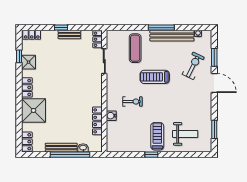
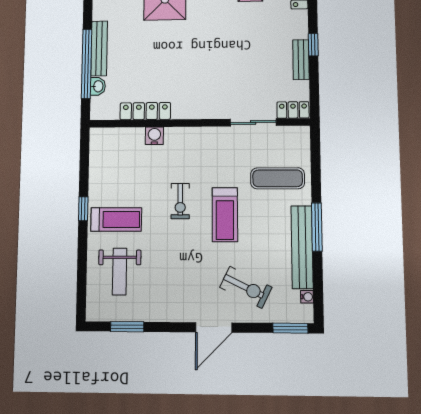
window: (214, 57) -> (290, 328), moved
treadmill: (155, 77) -> (225, 215), turned 180
exercise bike: (132, 102) -> (180, 201), moved

